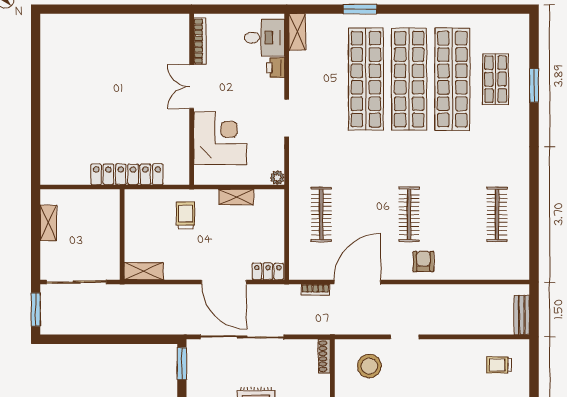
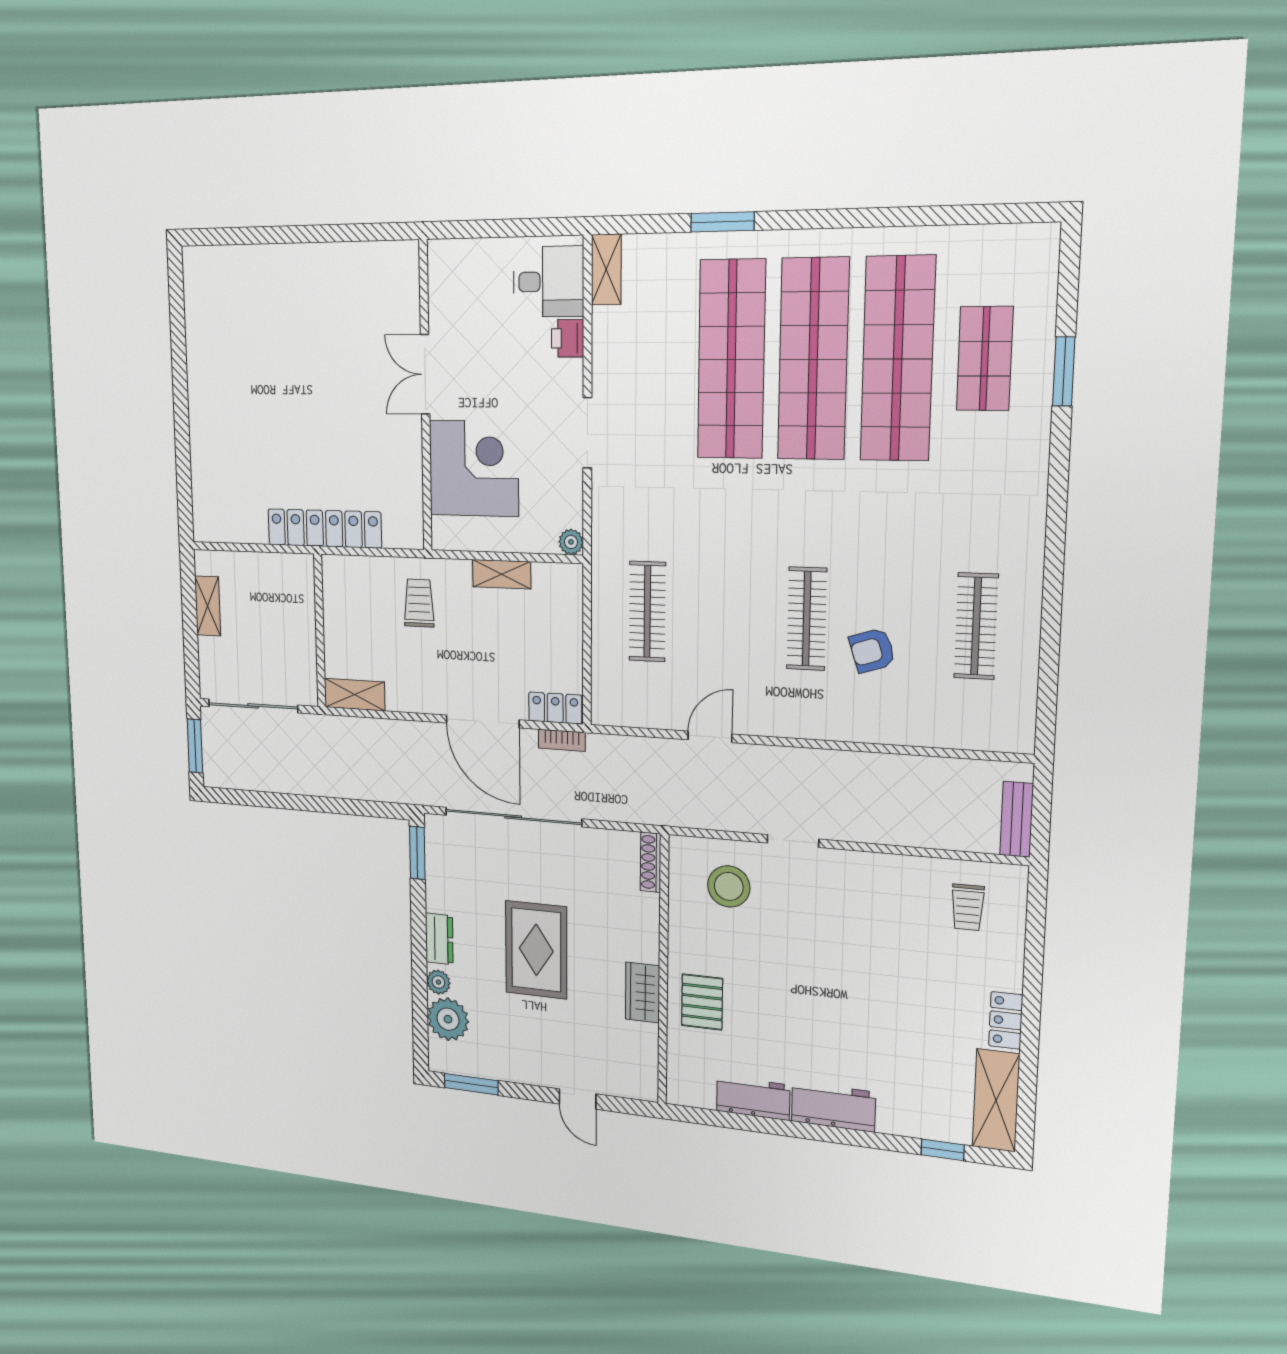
bookcase: (200, 41) -> (437, 290), removed
armchair: (423, 262) -> (872, 650), moved, turned -108
door: (357, 282) -> (710, 737), width x0.53
bookcase: (315, 290) -> (562, 740), moved
trolley: (499, 365) -> (968, 907), turned -90

